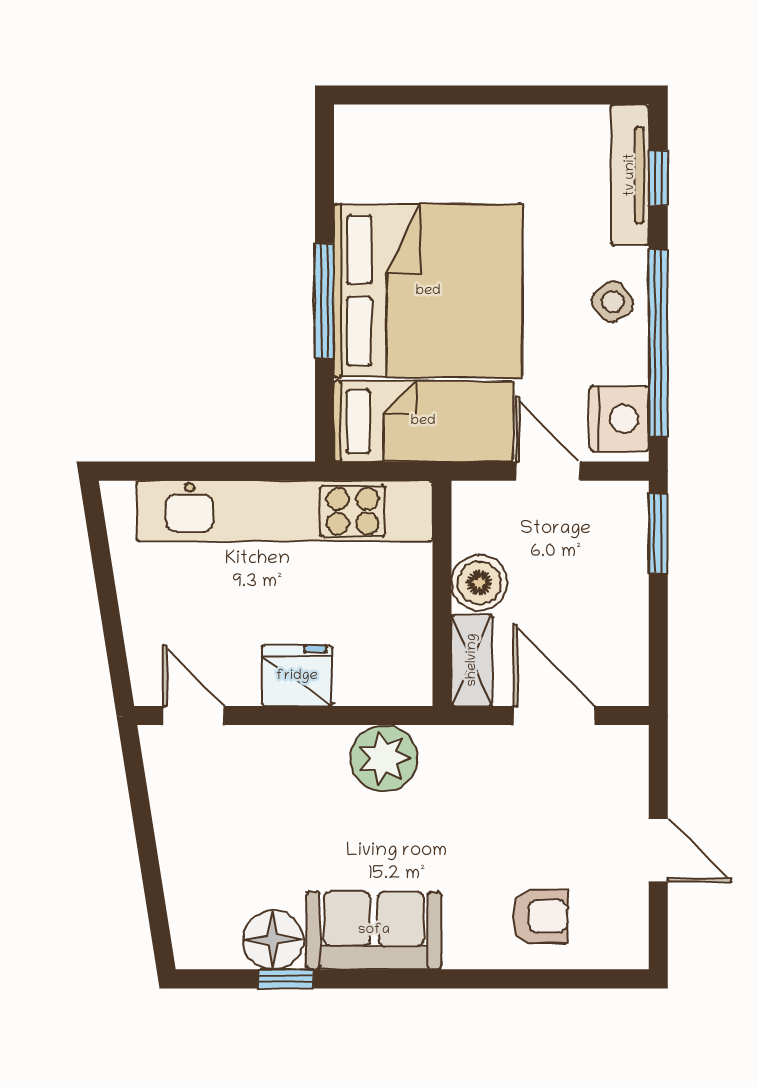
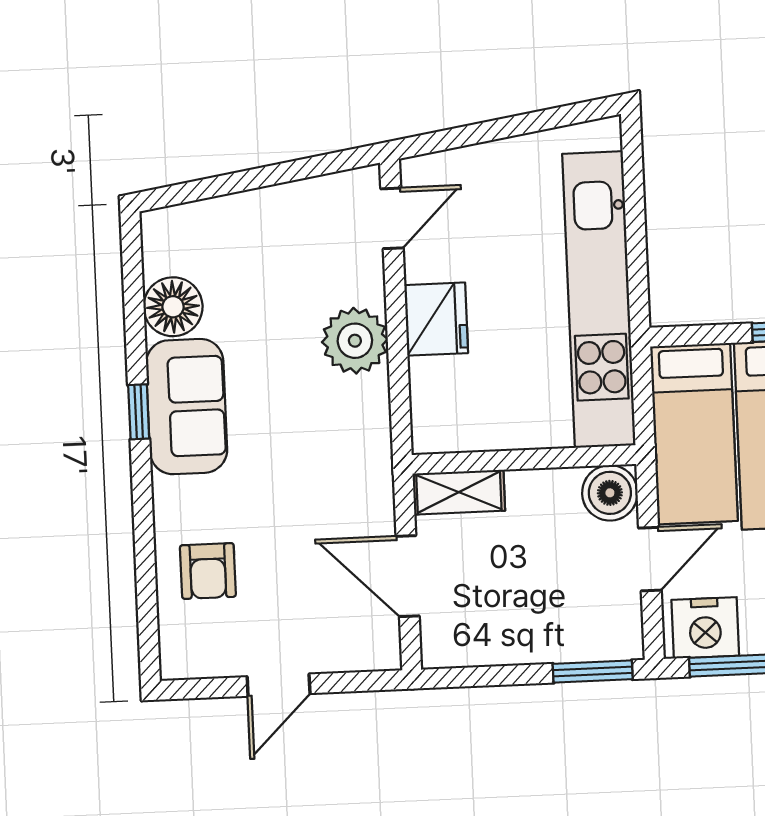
boiler: (479, 583) -> (610, 493), moved
door: (554, 716) -> (408, 576), swing flipped
plant: (384, 758) -> (355, 341), moved
window: (286, 979) -> (139, 412), moved

